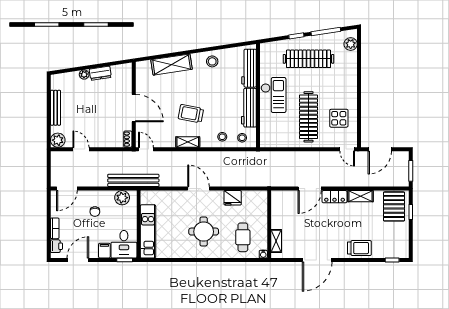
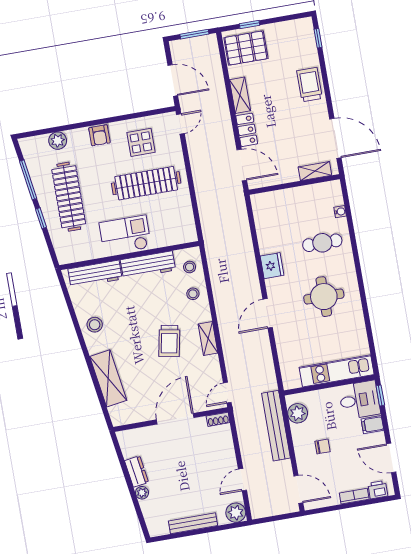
plant: (351, 44) -> (58, 141), moved
armchair: (349, 89) -> (99, 135), added
bench: (133, 180) -> (276, 426), moved
wall: (269, 224) -> (294, 184), moved
shelving: (276, 241) -> (315, 171), moved

